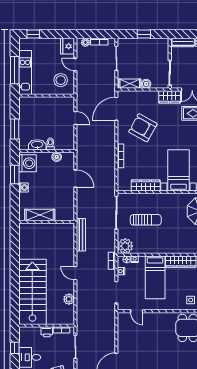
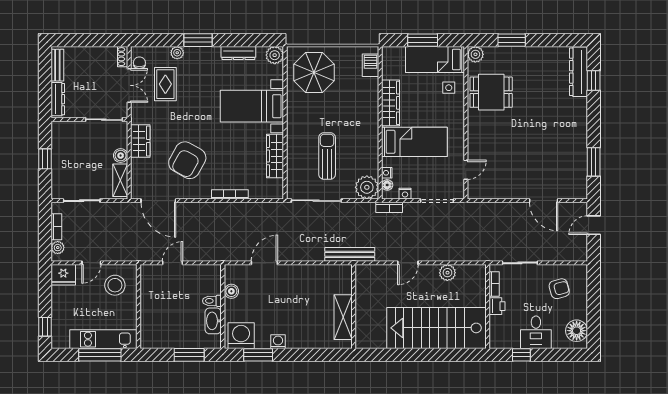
wardrobe: (170, 97) -> (140, 141), moved
shelving: (40, 215) -> (343, 317), moved
wall: (47, 222) -> (354, 307), moved

